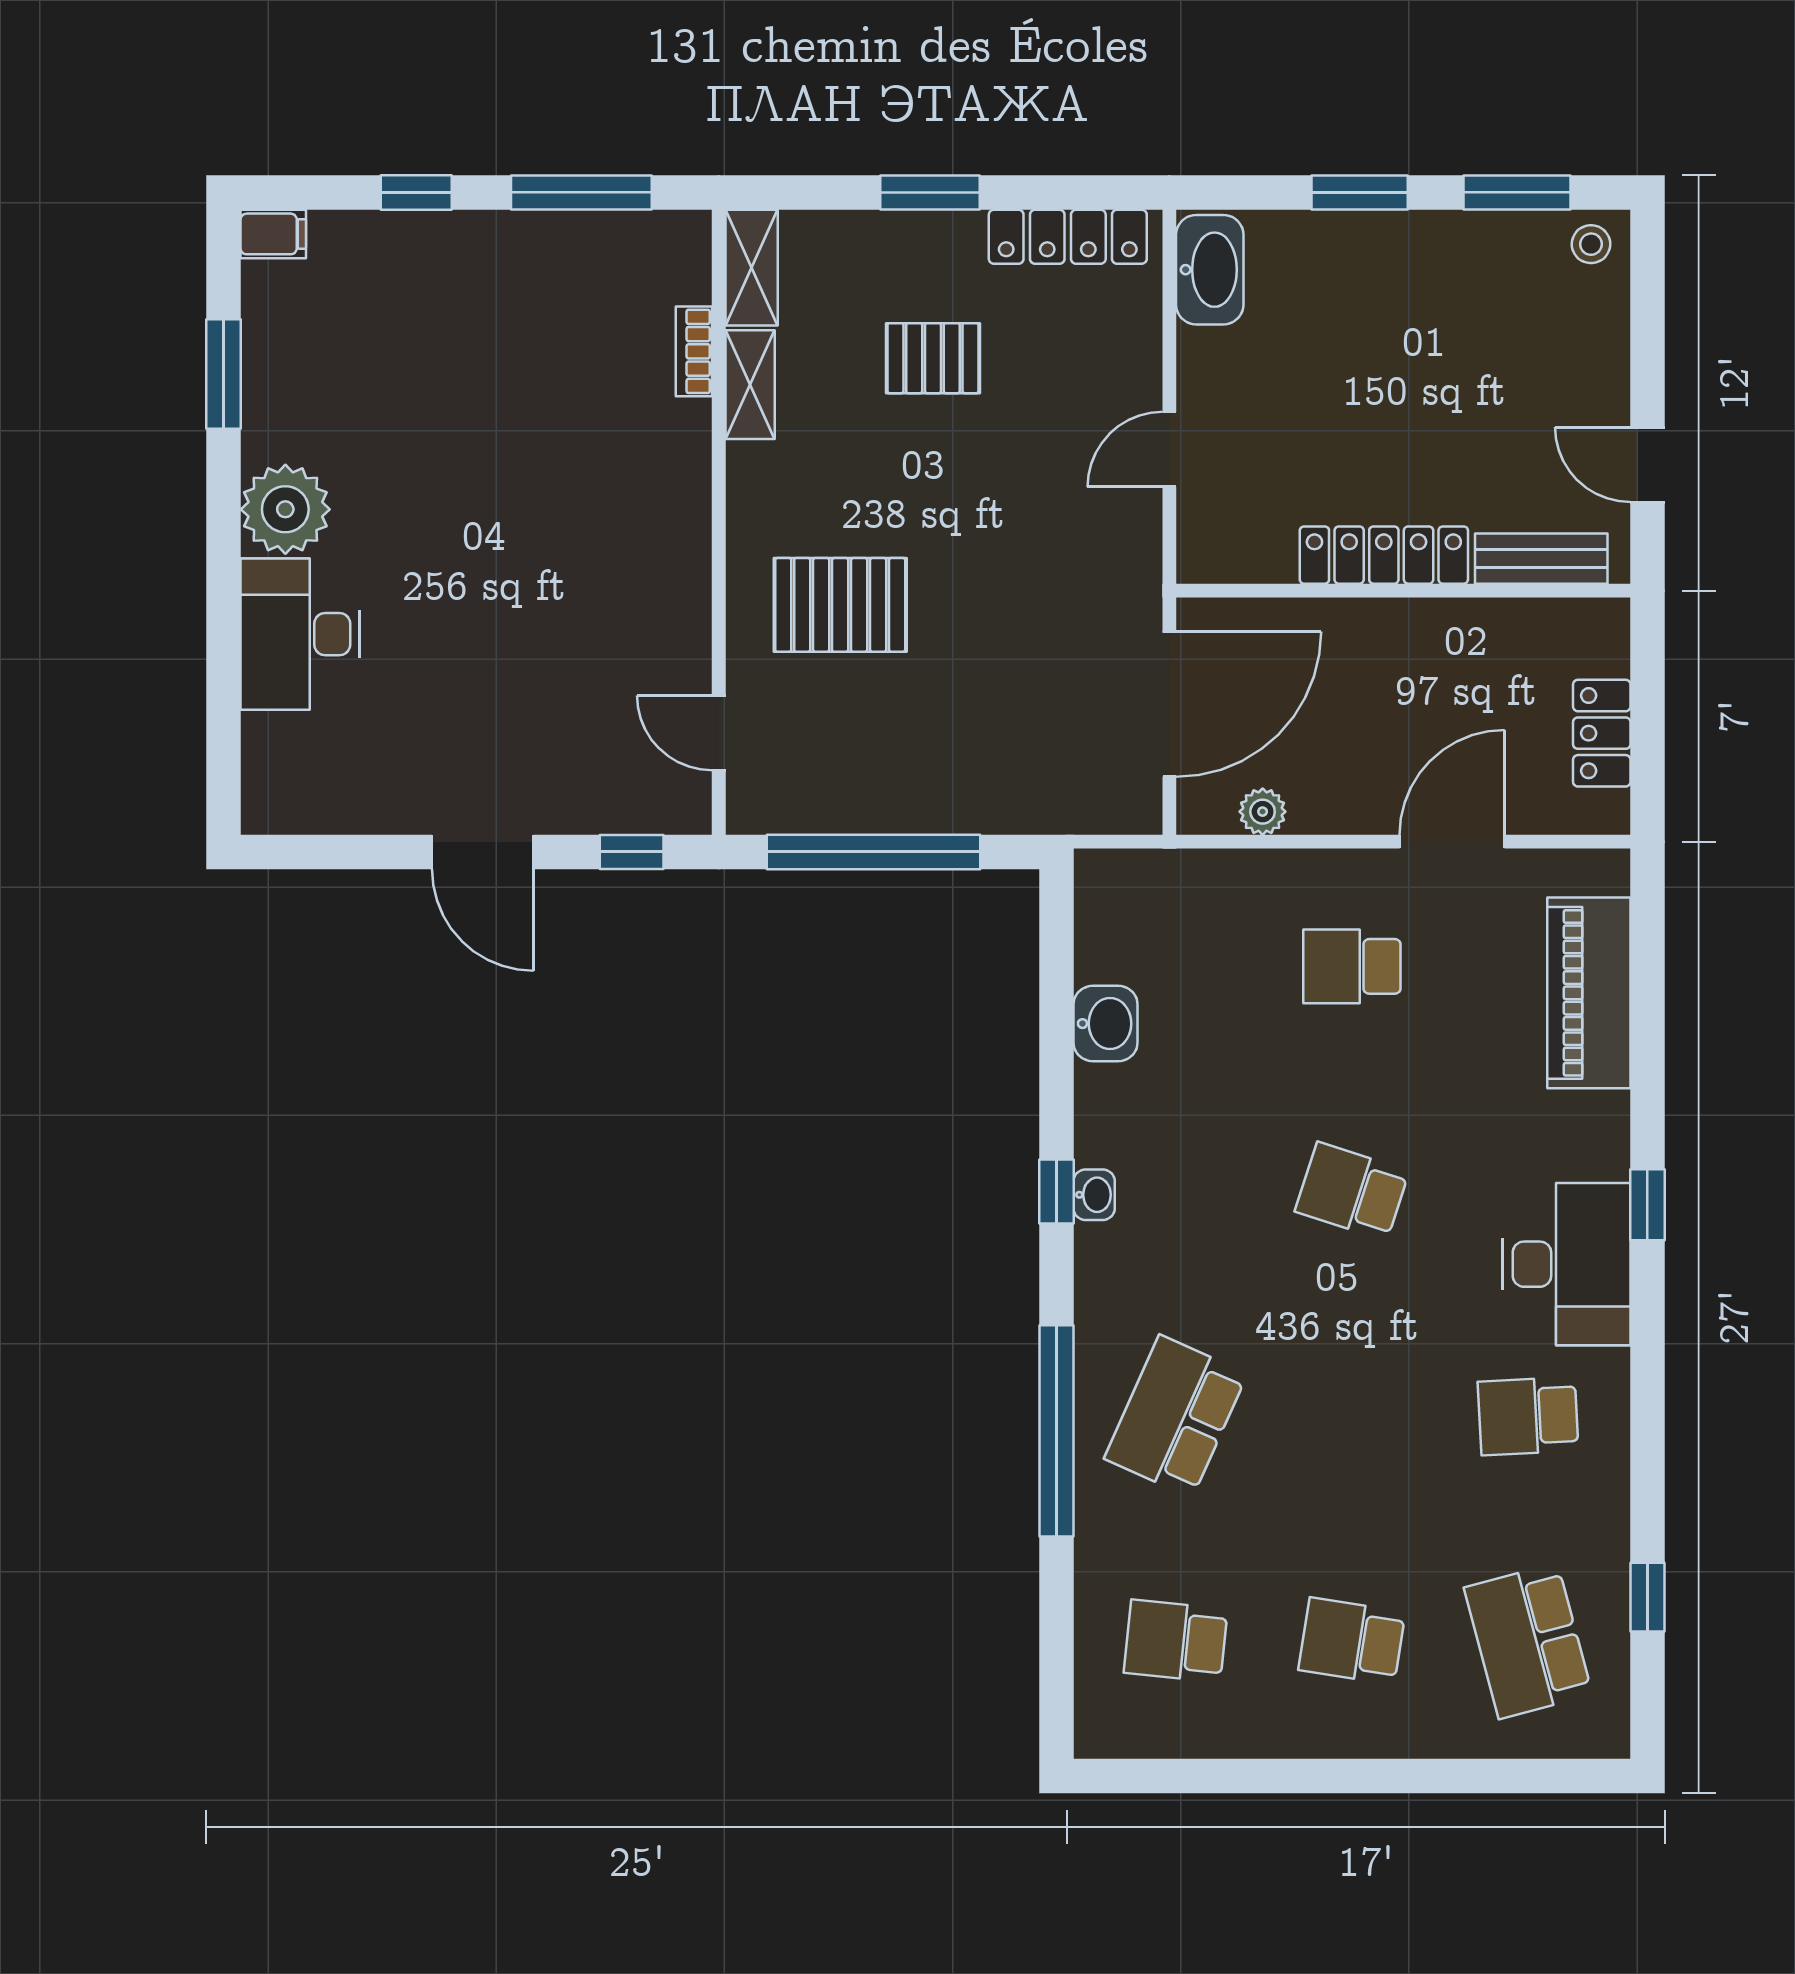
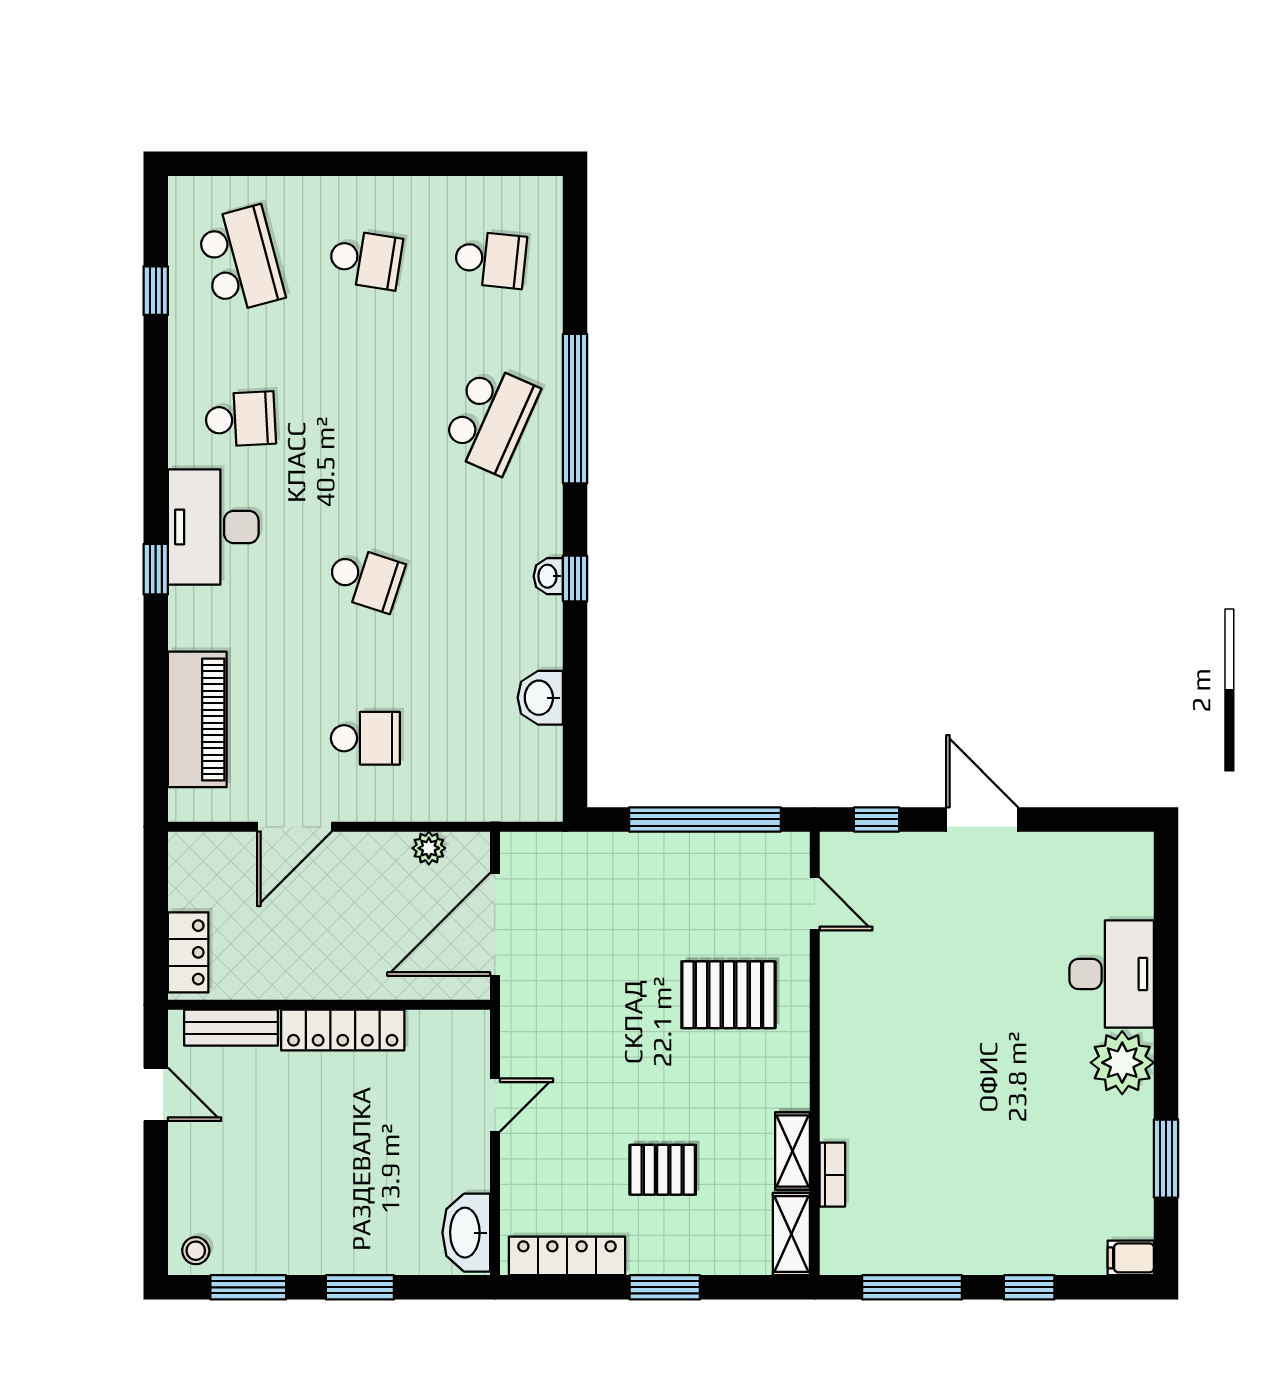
locker: (1602, 733) -> (188, 952), moved

